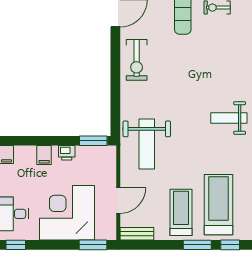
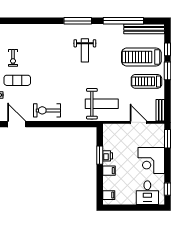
exercise bike: (137, 60) -> (47, 110), turned 180
window: (93, 141) -> (100, 155), moved
corner desk: (67, 213) -> (151, 160), width x0.74, depth x0.74

